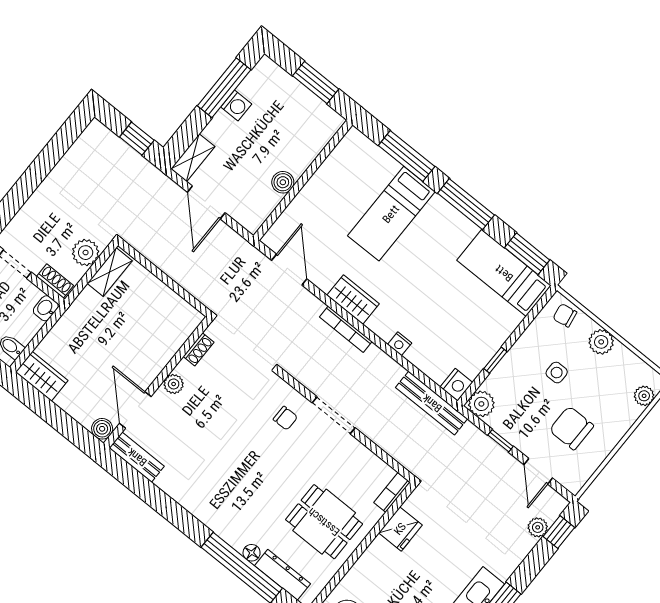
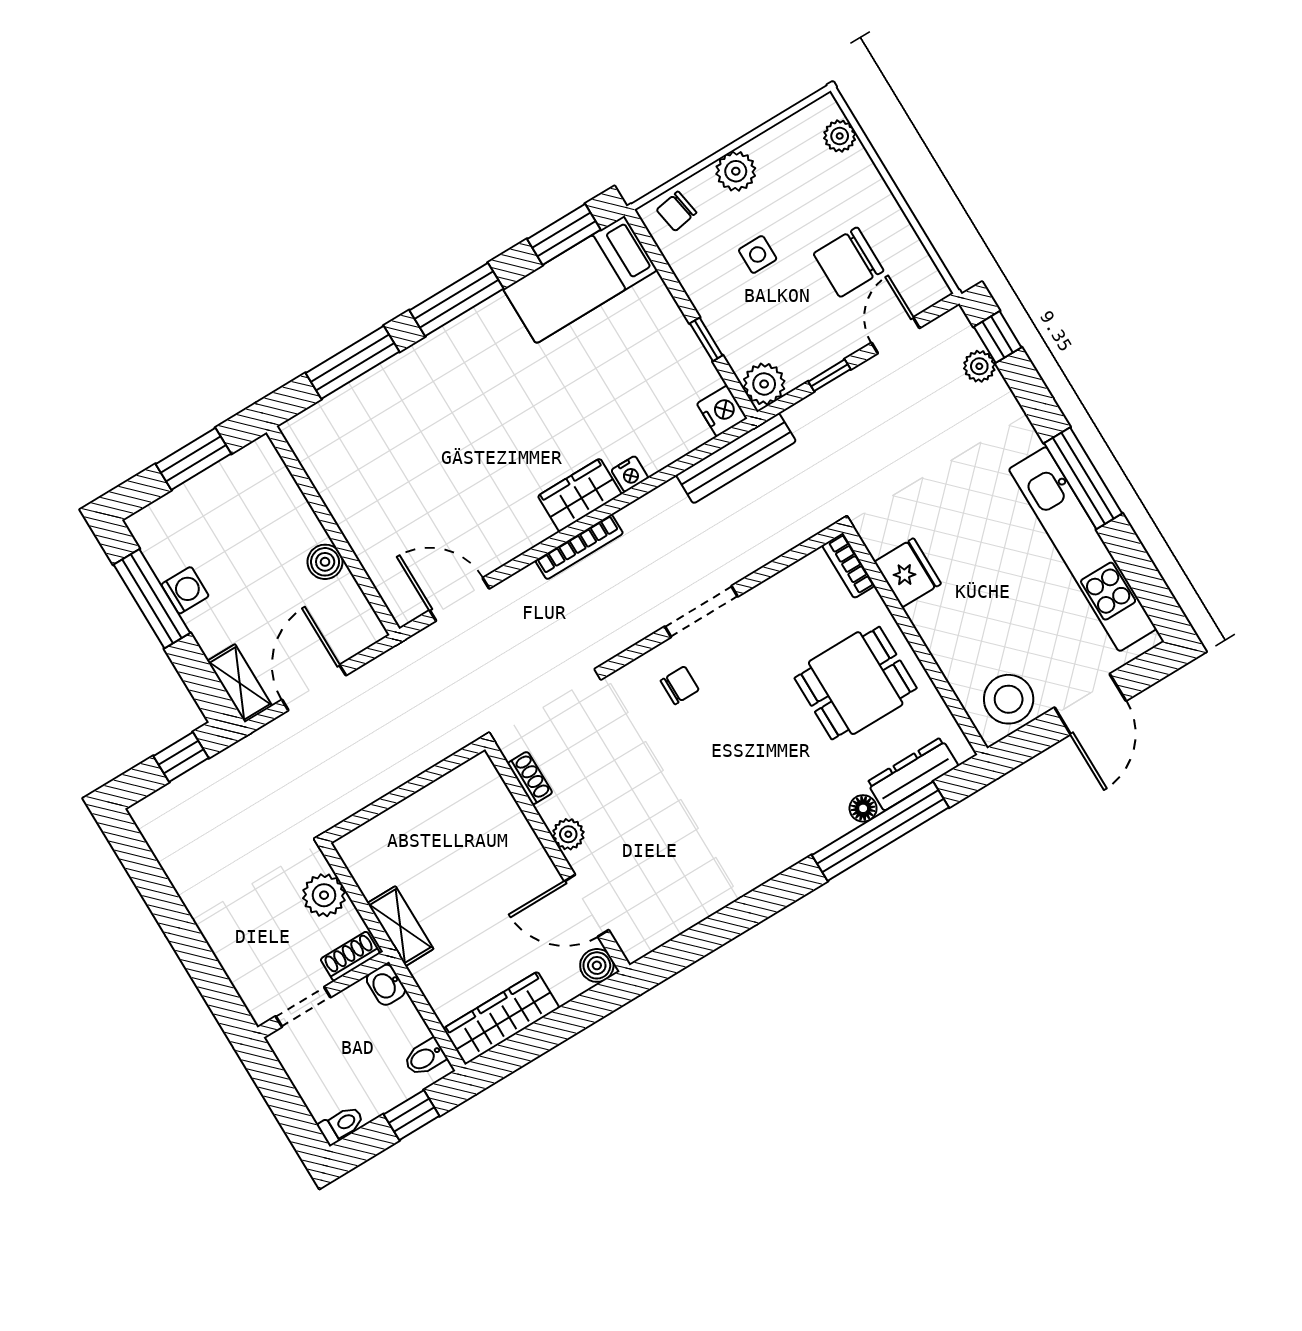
door: (206, 202) -> (314, 688), swing flipped
bed: (391, 214) -> (431, 416), removed
shelving: (110, 272) -> (400, 926), moved
wardrobe: (353, 300) -> (580, 495), moved
wardrobe: (42, 376) -> (501, 1018), width x1.50
bench: (137, 457) -> (658, 929), removed
door: (538, 471) -> (895, 335), swing flipped

